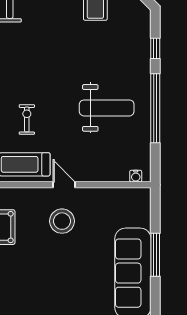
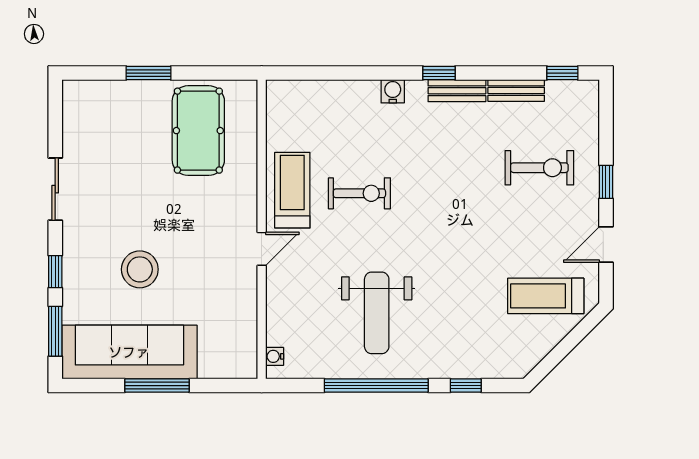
exercise bike: (27, 119) -> (359, 193), width x1.38, depth x1.39
stool: (62, 221) -> (140, 269), moved

